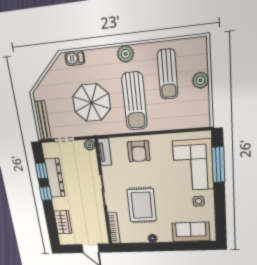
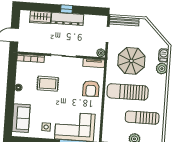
plant: (126, 54) -> (162, 69), moved
armchair: (139, 151) -> (91, 89), turned -90
window: (41, 171) -> (86, 10), removed
dresser: (55, 178) -> (67, 19), moved
rug: (142, 205) -> (48, 84), width x0.73, depth x0.70

